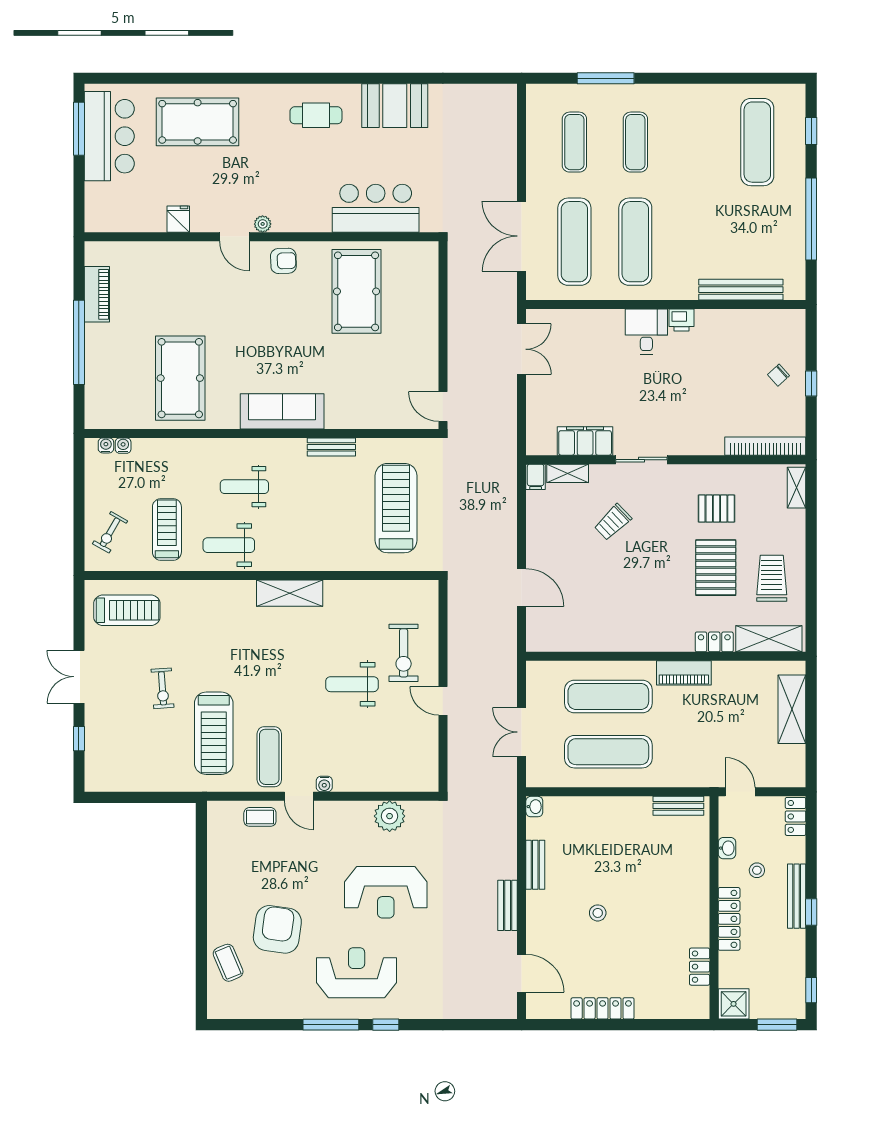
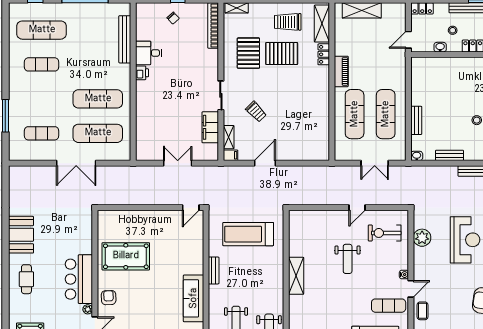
exercise mat: (635, 142) -> (42, 64), moved
bar counter: (376, 208) -> (79, 279), moved
double door: (522, 236) -> (76, 163), moved
desk: (646, 332) -> (148, 53), moved
double door: (522, 349) -> (178, 163), moved
pallet: (716, 509) -> (248, 53), width x1.50, depth x1.42
door: (522, 587) -> (265, 163), moved
shelving: (290, 593) -> (296, 276), moved
exercise bike: (404, 653) -> (385, 233), moved, turned 180
bench: (678, 806) -> (416, 120), moved

